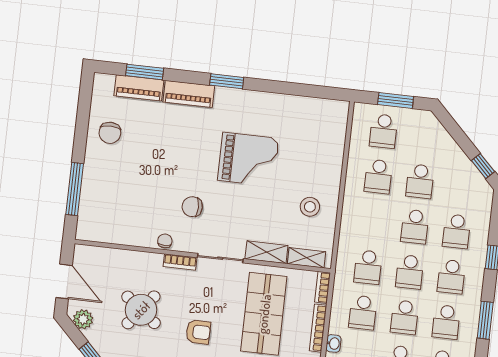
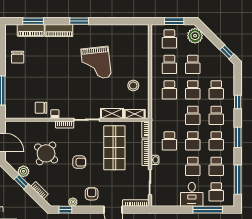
plant: (430, 131) -> (195, 36), added
grand piano: (248, 159) -> (96, 63), turned 84
chair: (192, 207) -> (41, 108), moved
school desk: (368, 267) -> (169, 90), moved
plant: (83, 319) -> (23, 171), moved

